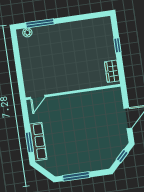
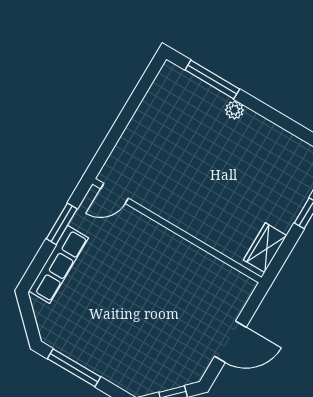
plant: (27, 32) -> (234, 110), moved
window: (29, 142) -> (62, 224), moved

